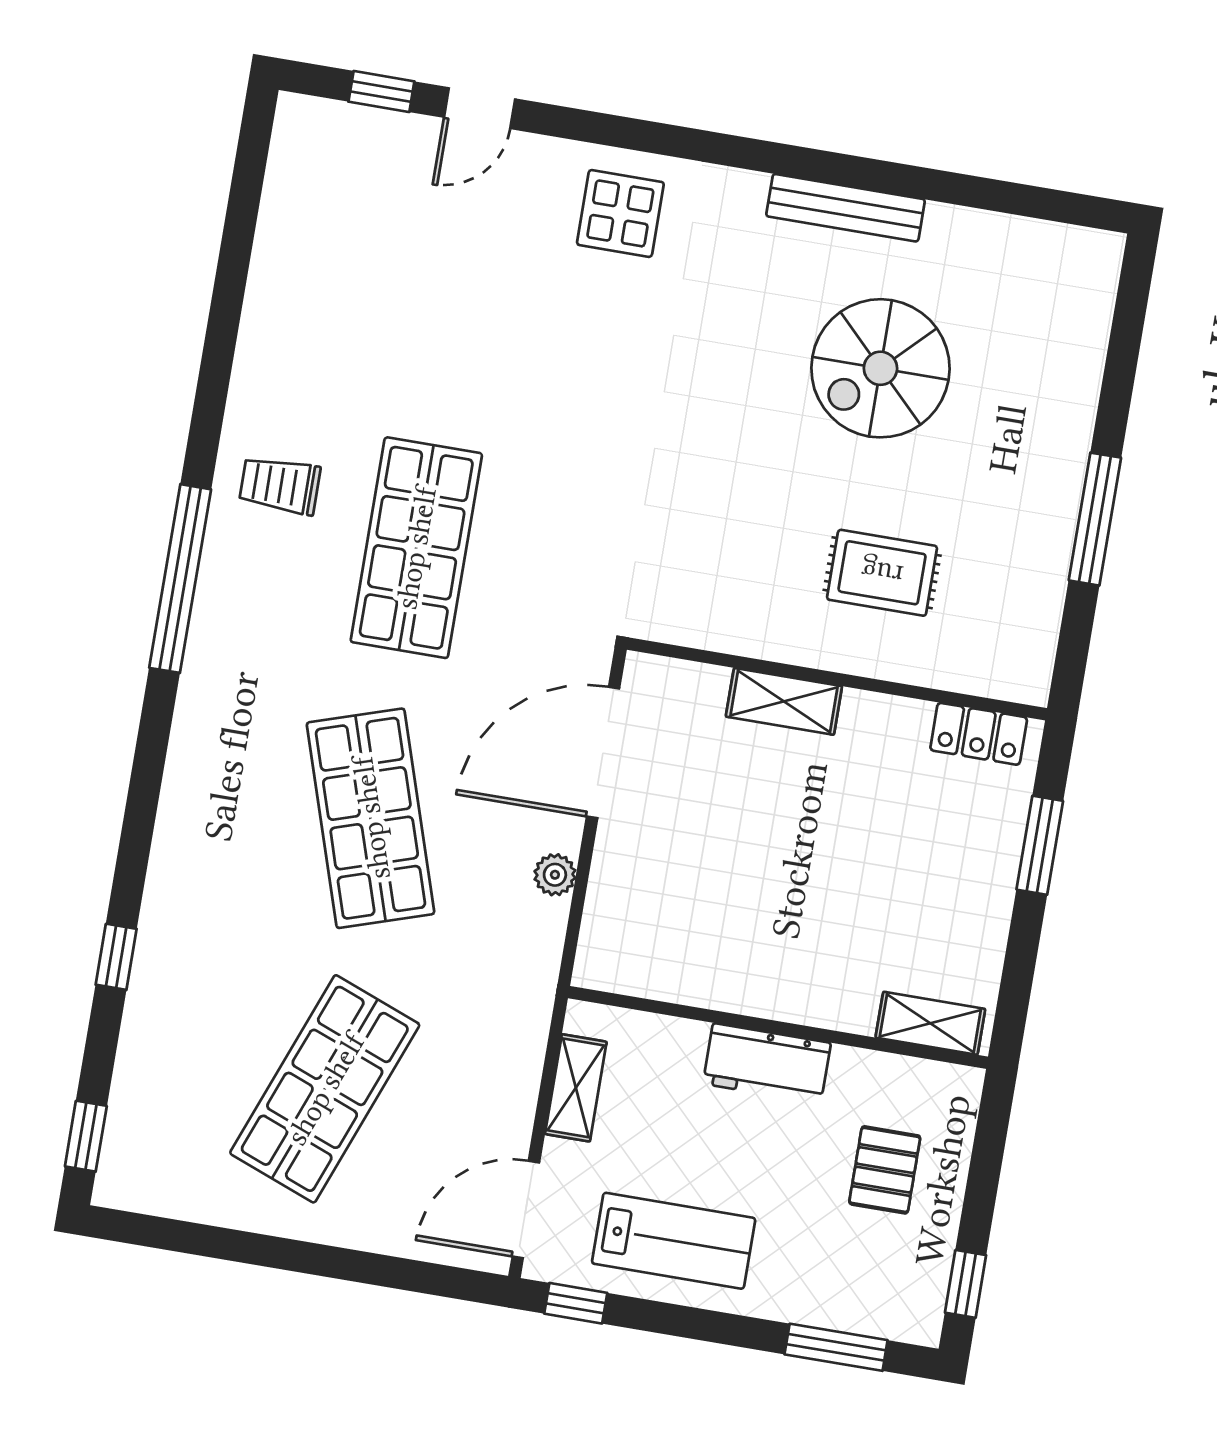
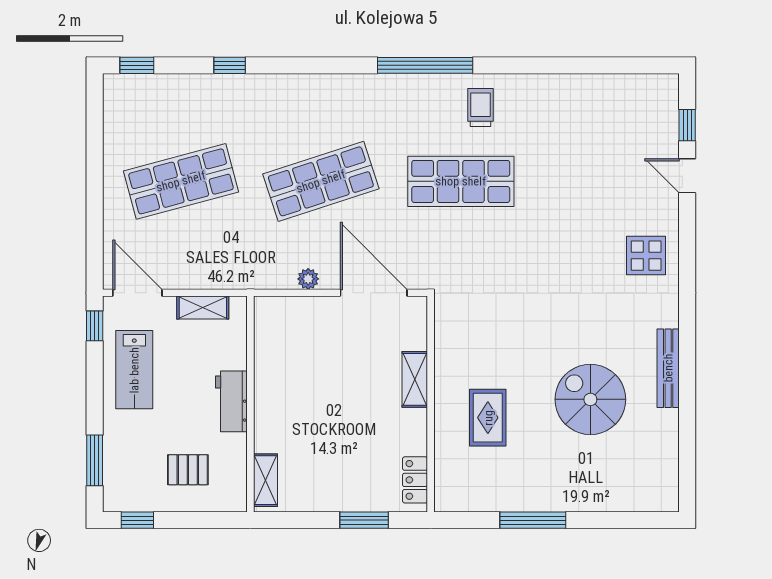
shop shelf: (325, 1089) -> (181, 181), turned -36

